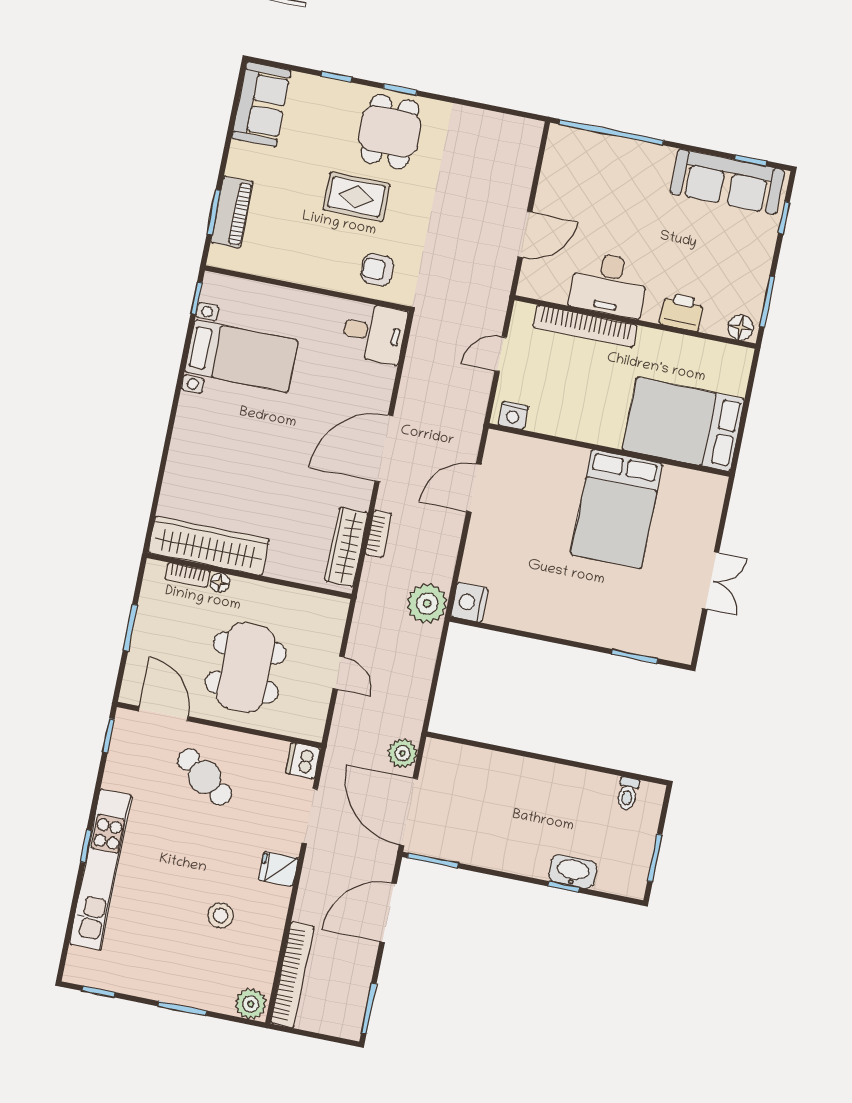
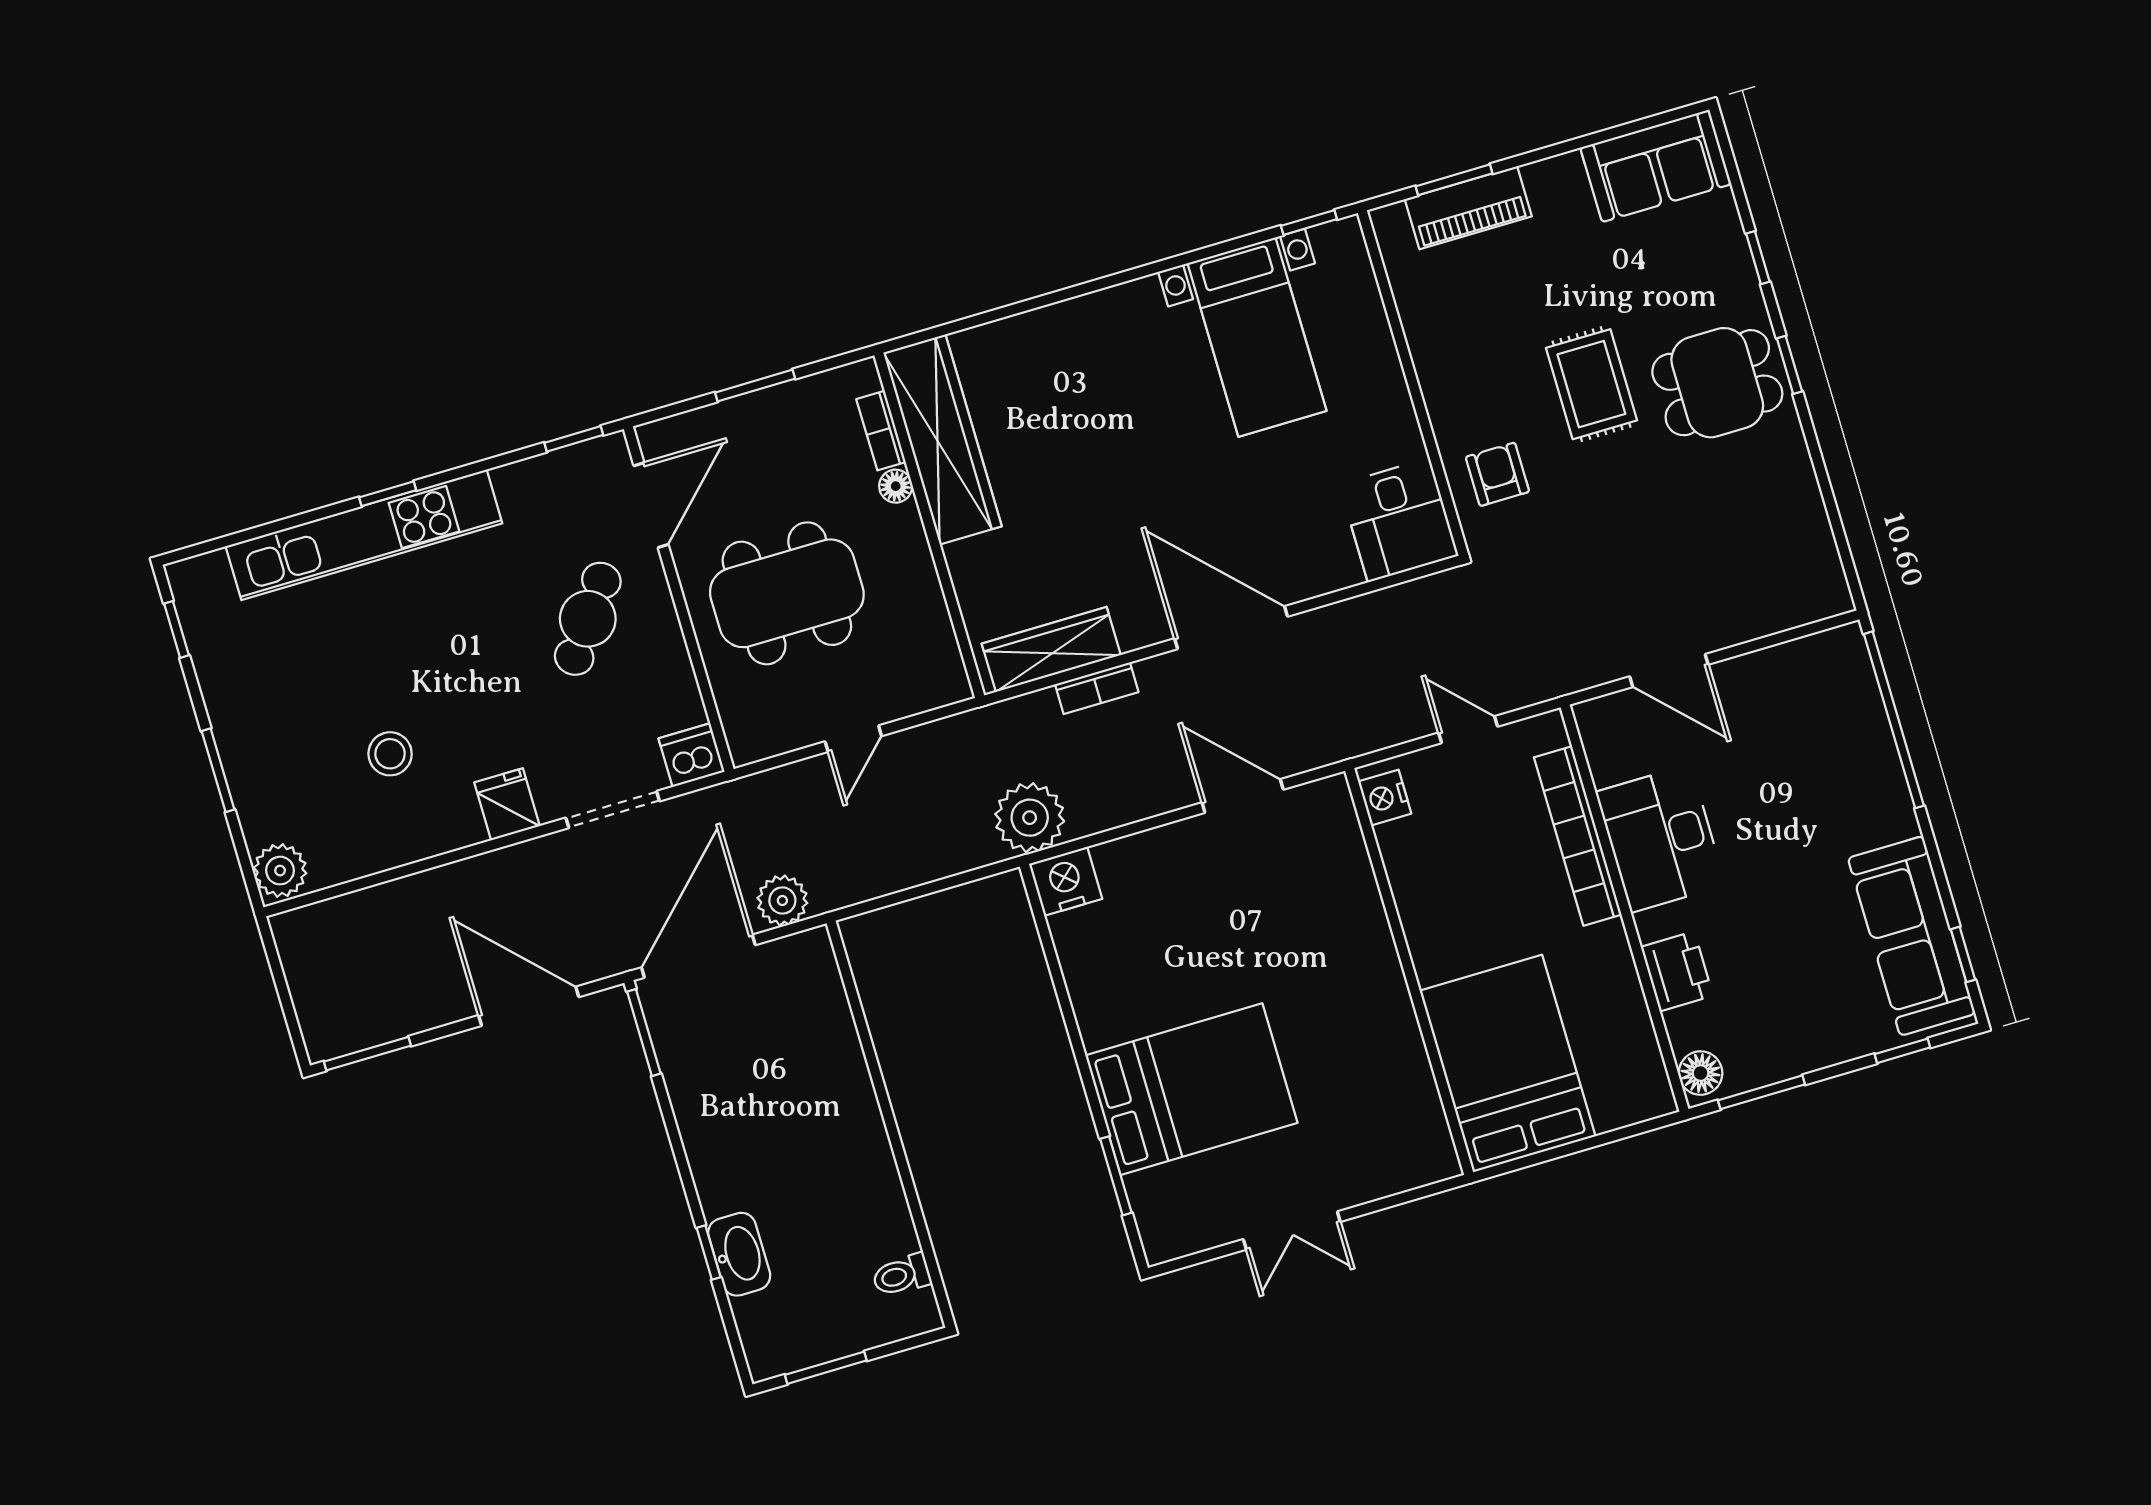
bed: (616, 509) -> (1191, 1089), moved, turned 180
bookcase: (292, 975) -> (357, 911), removed

